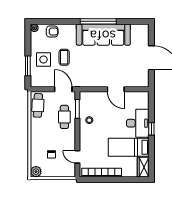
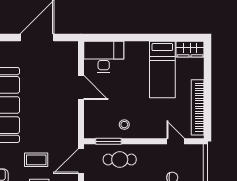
door: (116, 89) -> (81, 87), hinge flipped
desk: (138, 123) -> (104, 57), moved
window: (151, 129) -> (137, 38), removed
door: (77, 157) -> (176, 141), swing flipped

